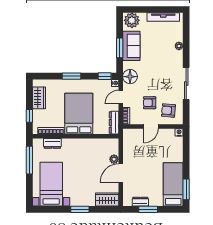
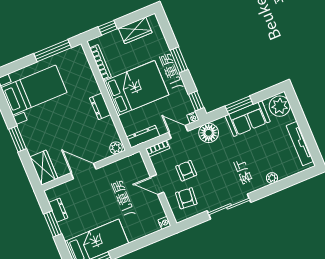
dresser: (52, 143) -> (100, 106), moved
plant: (114, 159) -> (116, 148), moved

